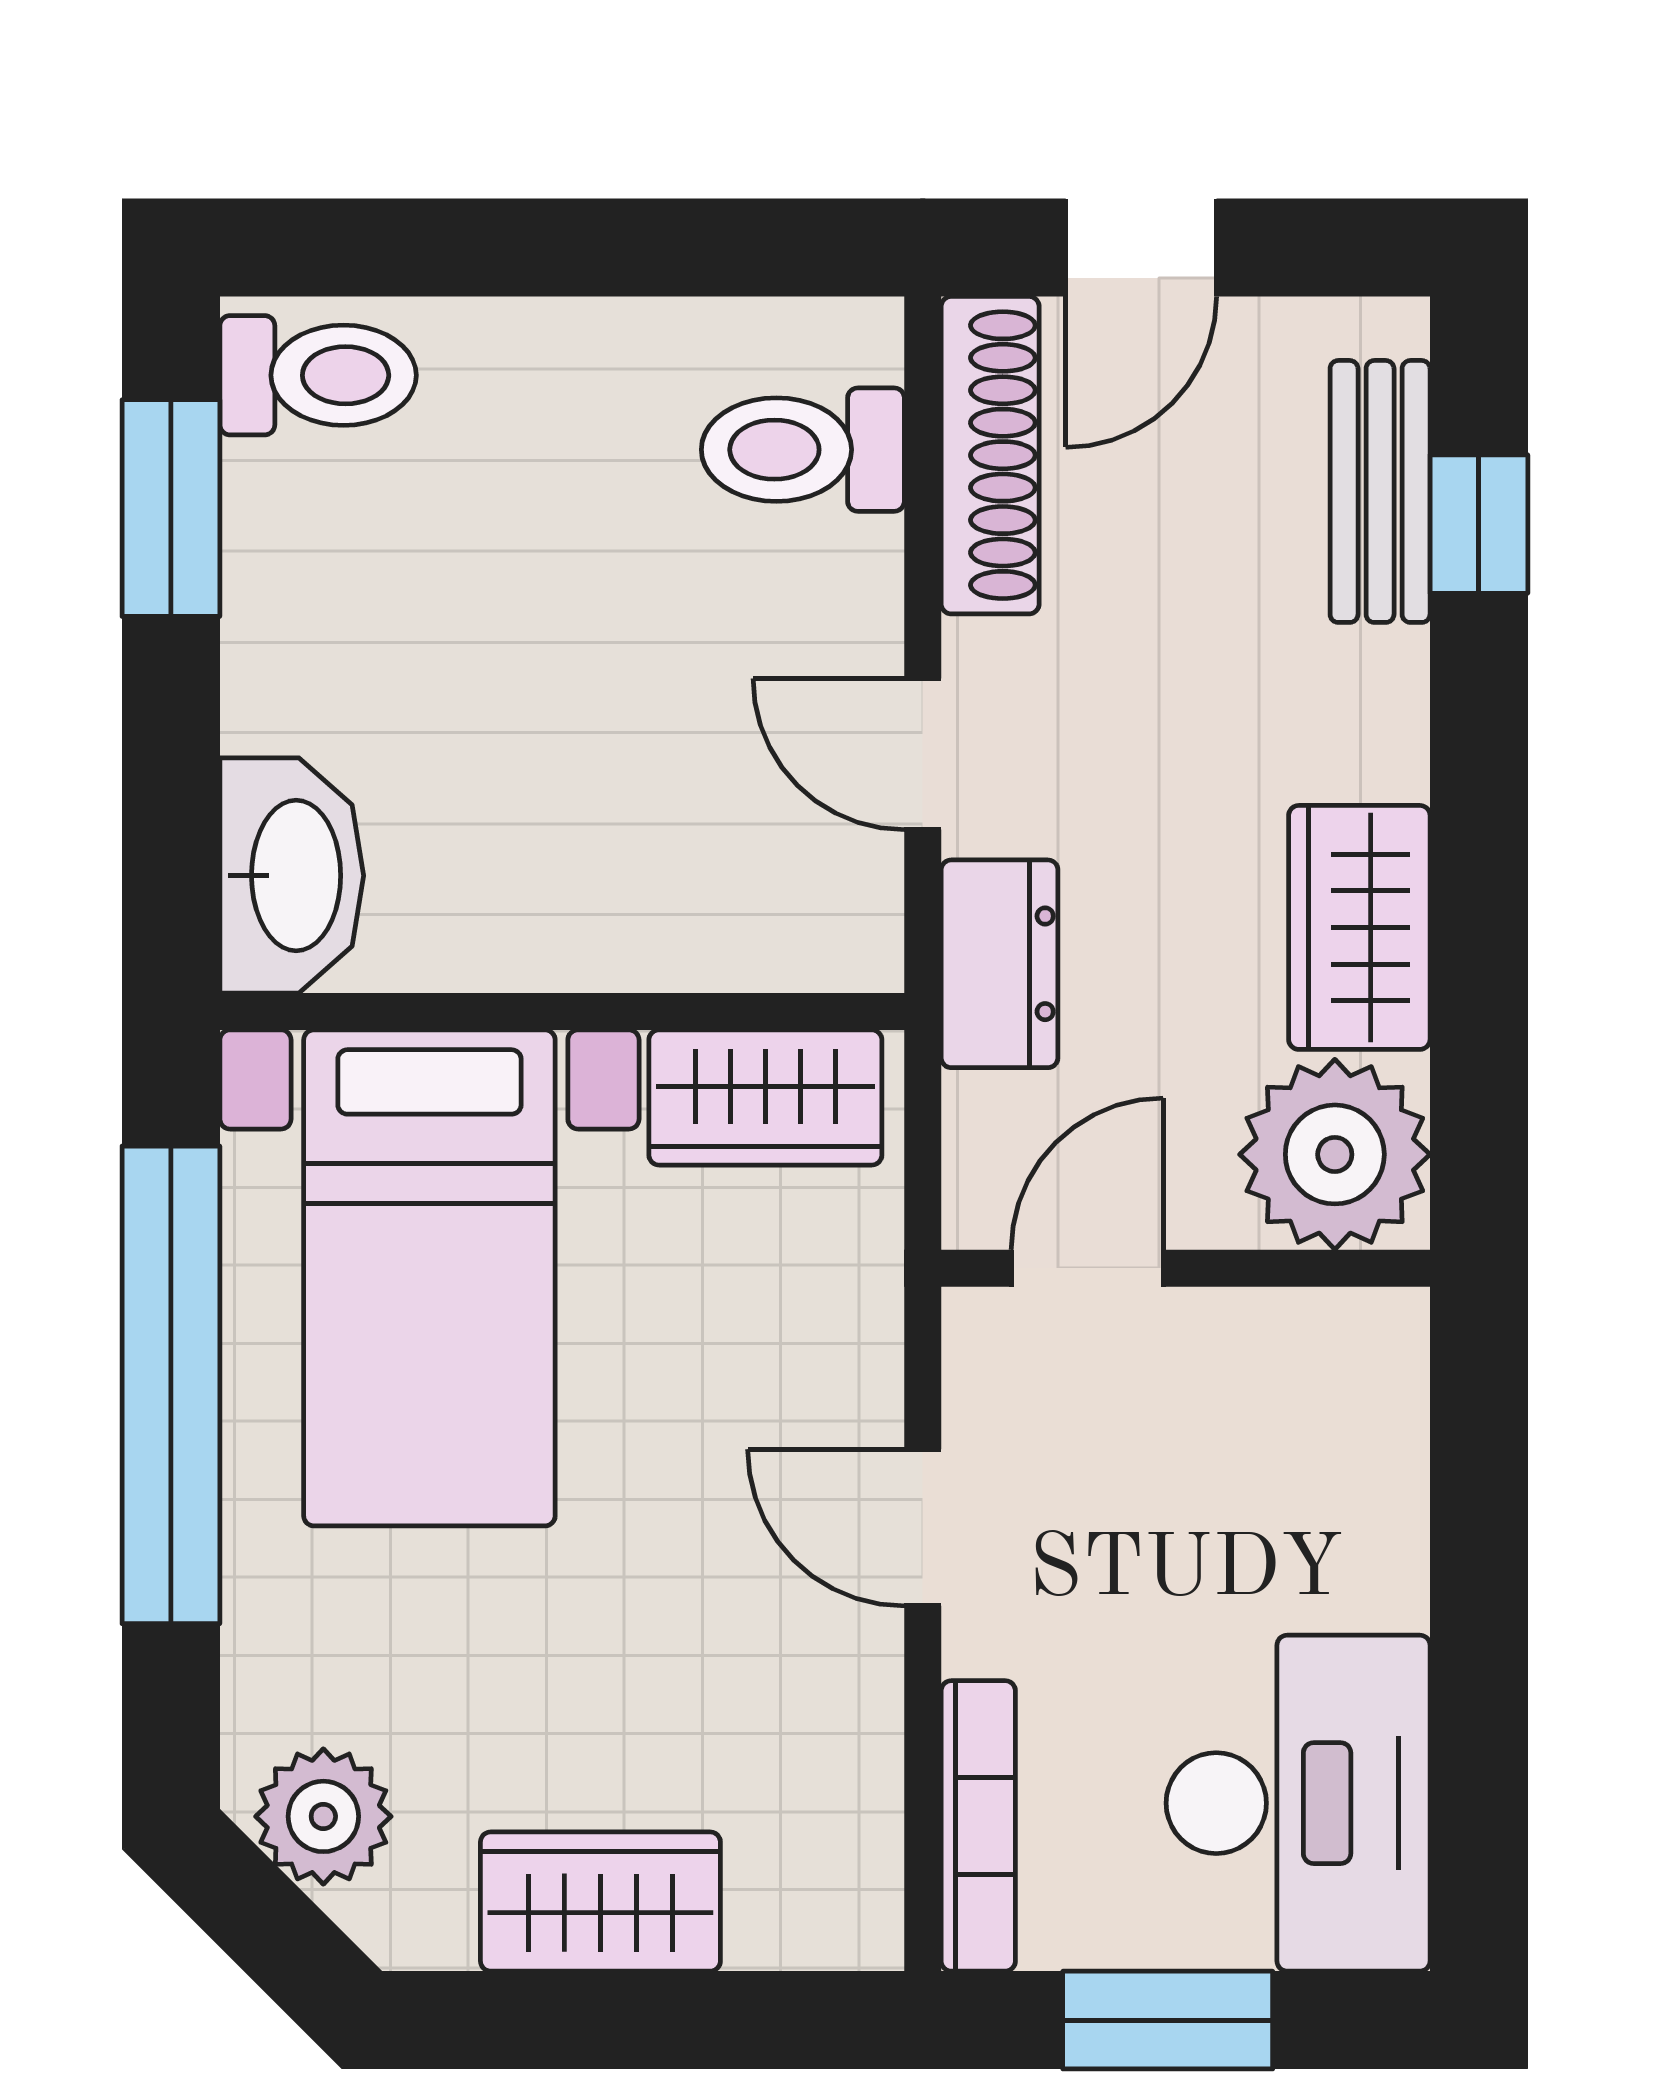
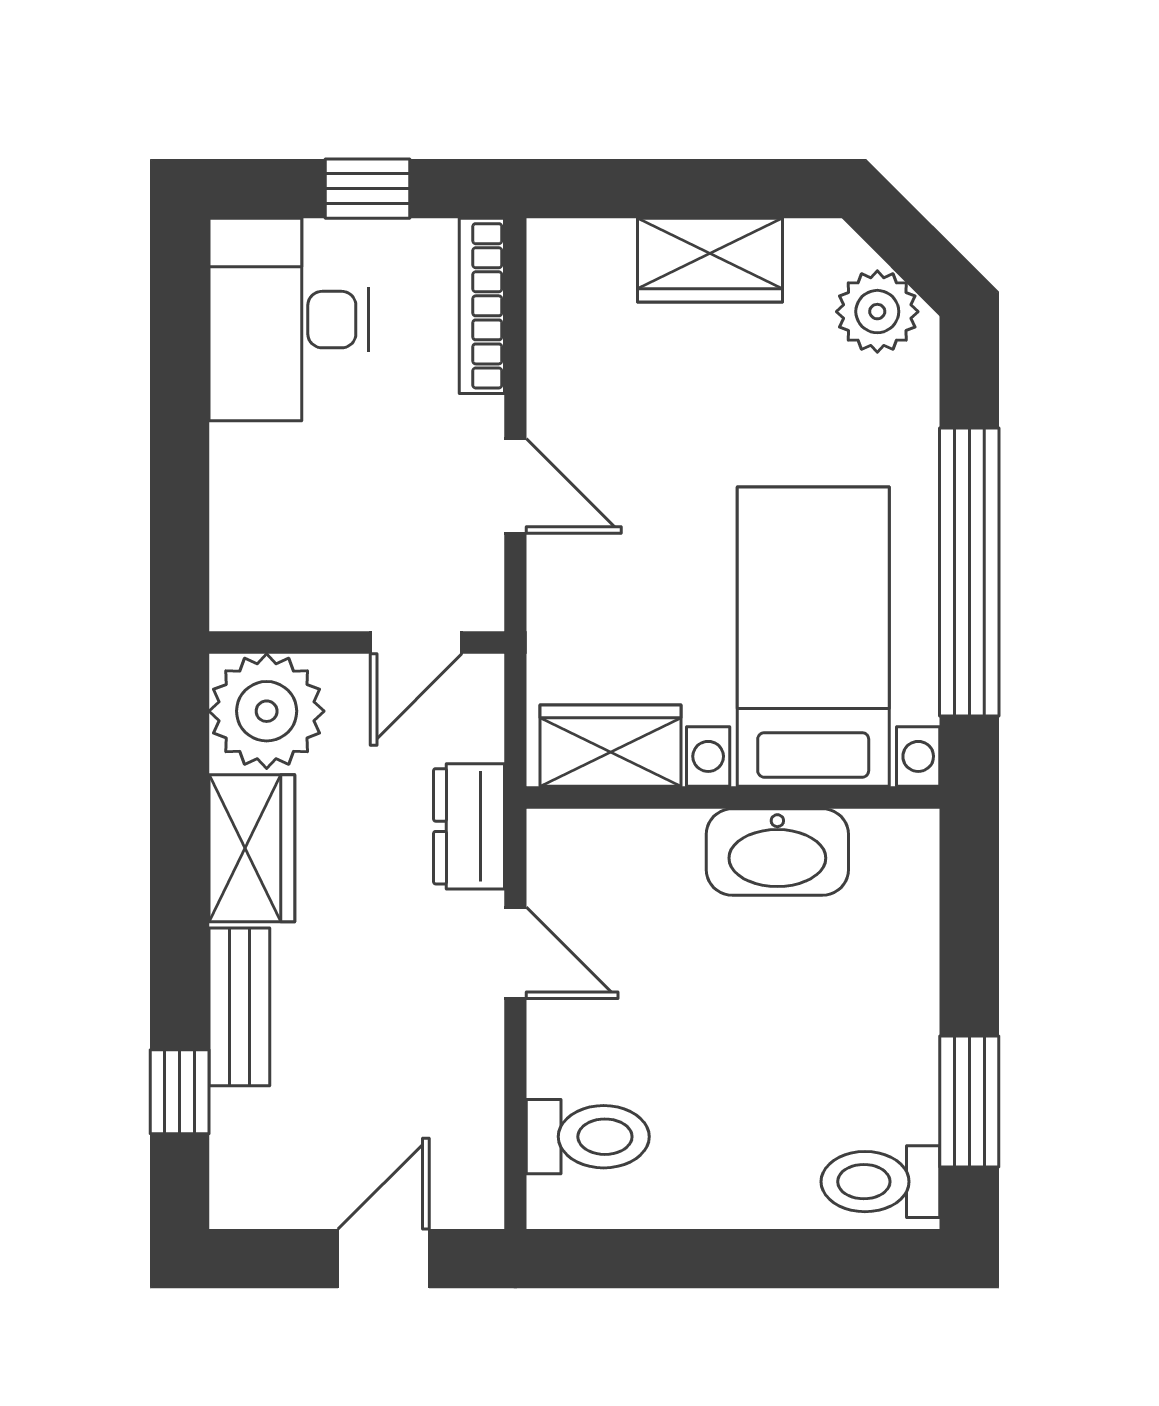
shoe rack: (990, 455) -> (475, 1133), removed
bench: (1380, 491) -> (239, 1007), moved
washbasin: (292, 876) -> (777, 852), moved, turned -90
window: (1168, 2020) -> (367, 189), width x0.67

